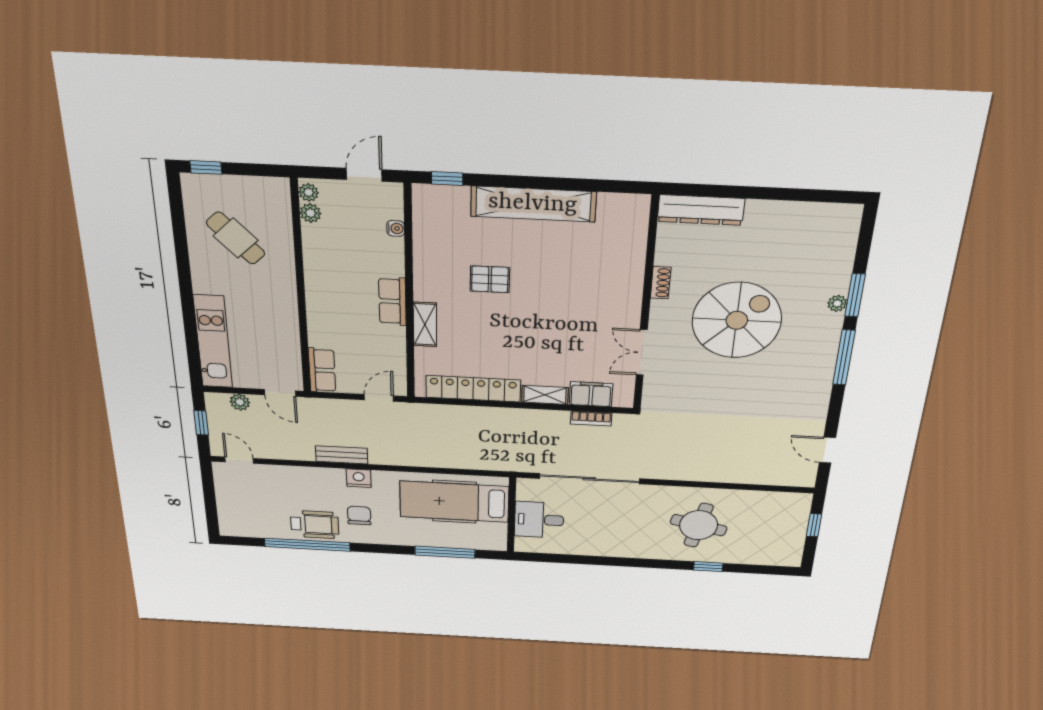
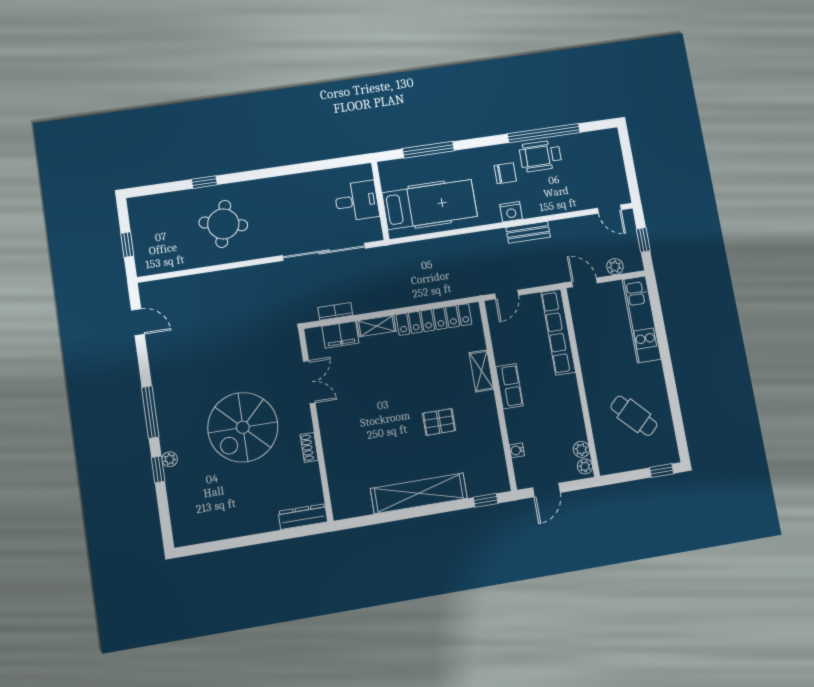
dresser: (701, 210) -> (303, 517), width x0.73, depth x0.80
window: (855, 295) -> (158, 469), width x0.67
row of seats: (322, 370) -> (558, 332), width x2.02
chair: (359, 516) -> (505, 173), turned -90

